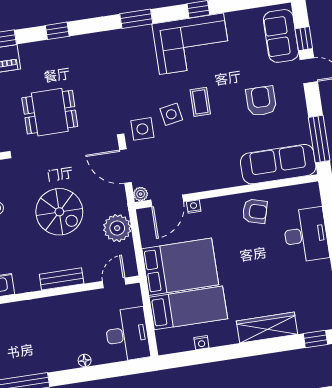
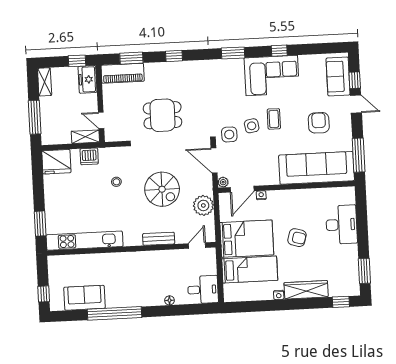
sofa: (278, 164) -> (317, 168), width x1.36, depth x1.27
armchair: (255, 211) -> (297, 238), moved
desk: (127, 334) -> (203, 290), width x0.73
nightstand: (201, 343) -> (279, 295), moved

